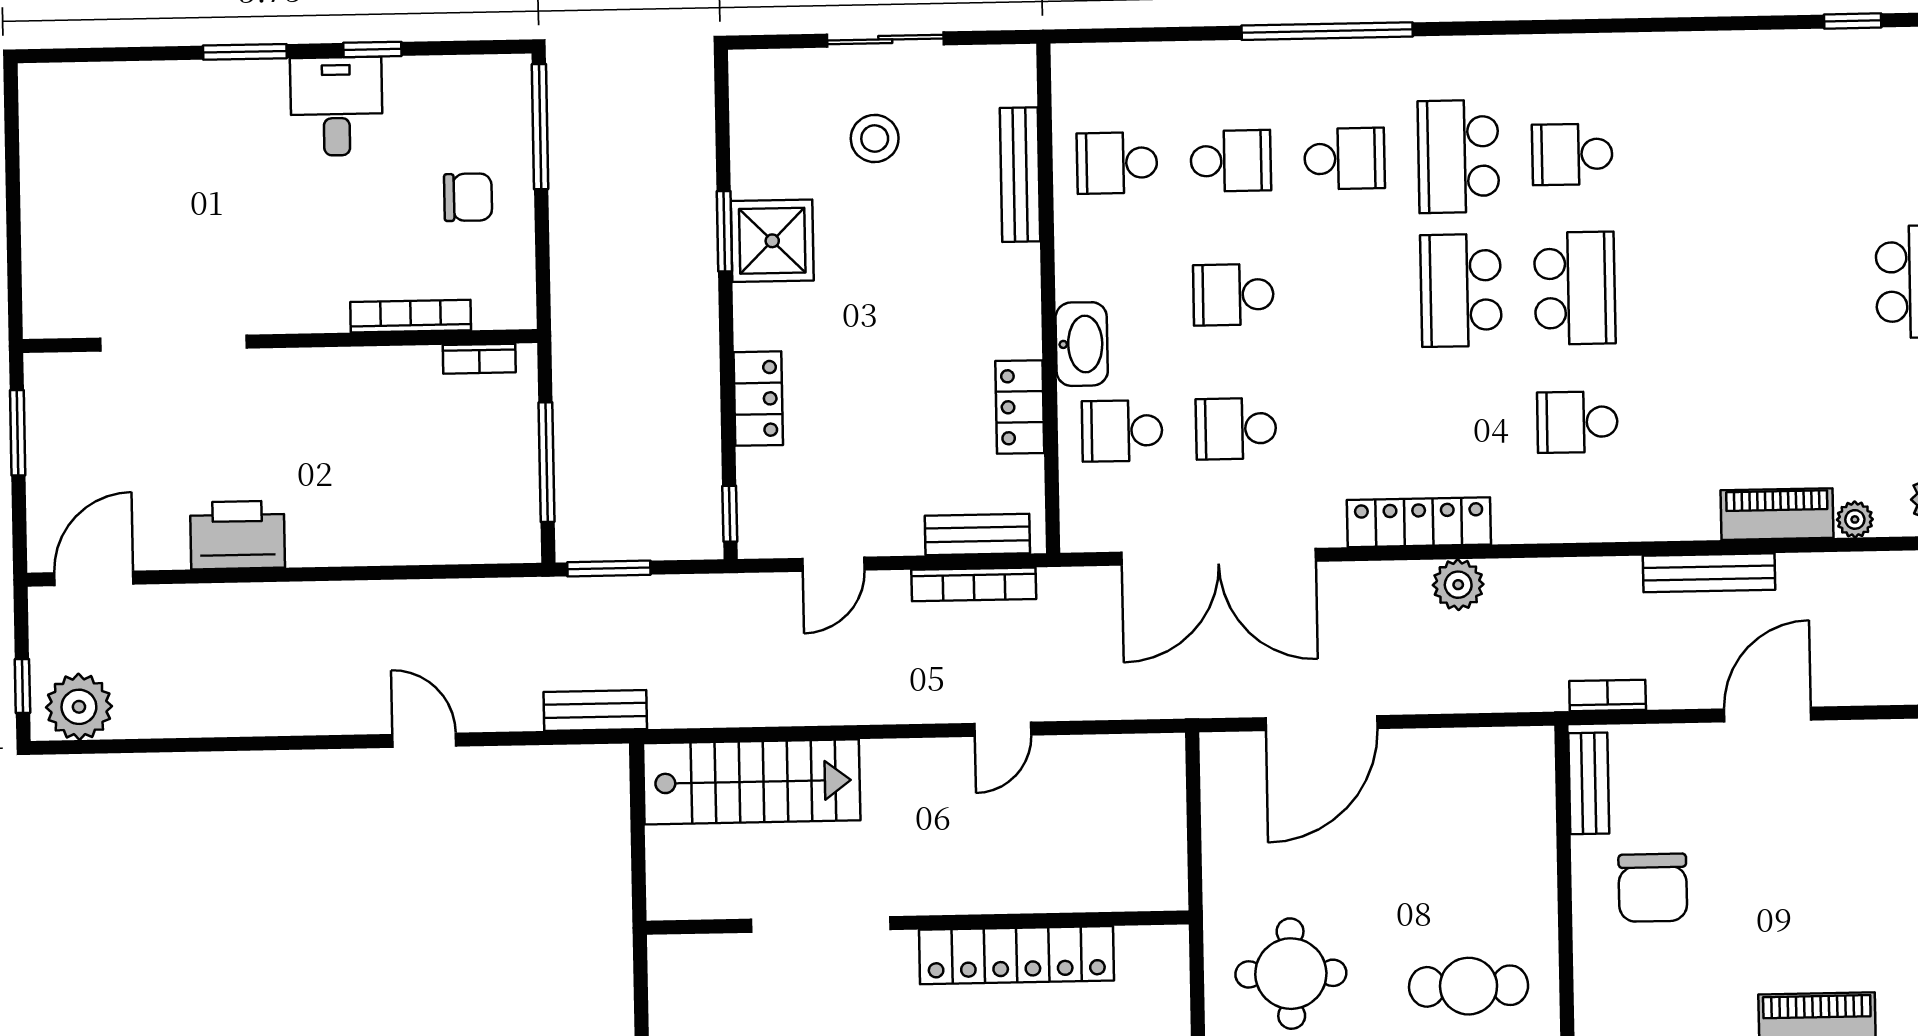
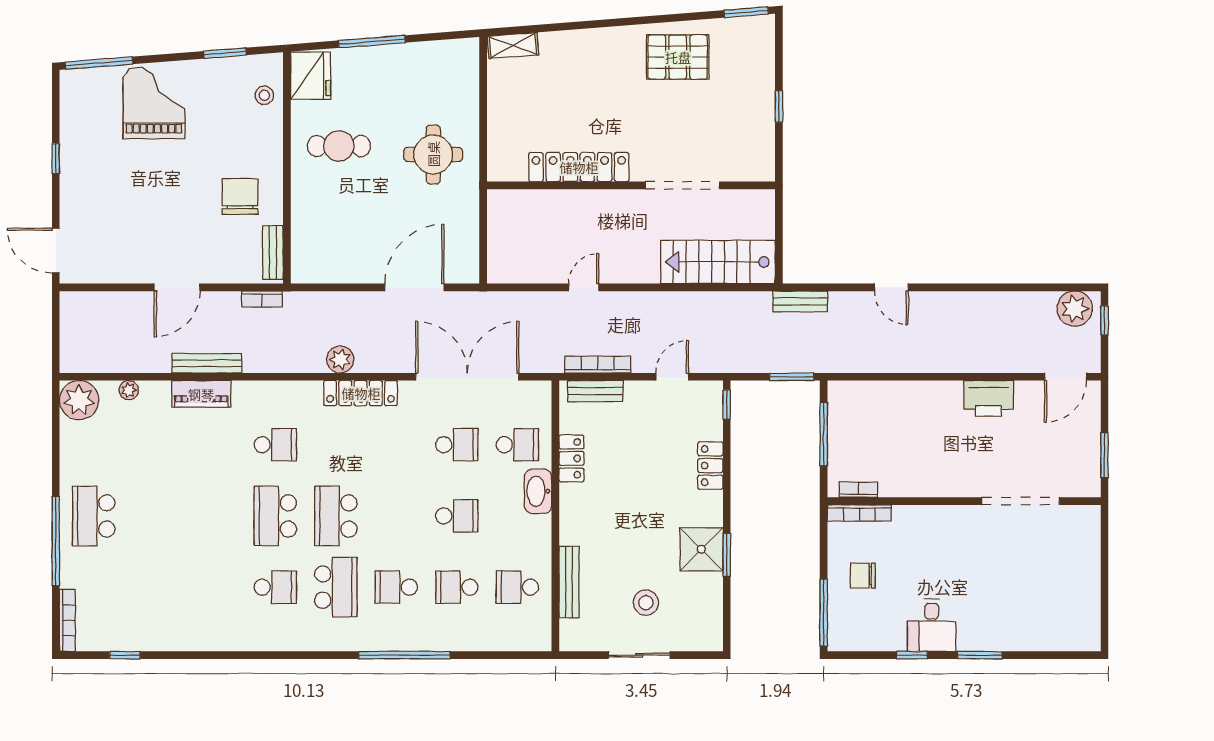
school desk: (1117, 163) -> (517, 587), turned 180
school desk: (1461, 290) -> (336, 516), turned 180
bookcase: (411, 316) -> (859, 513), moved
piano: (1777, 514) -> (201, 394), moved

